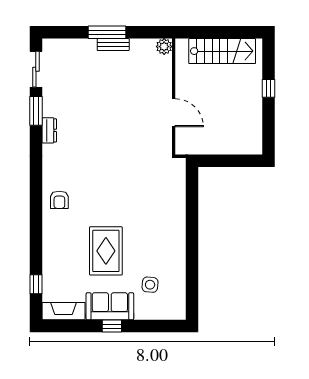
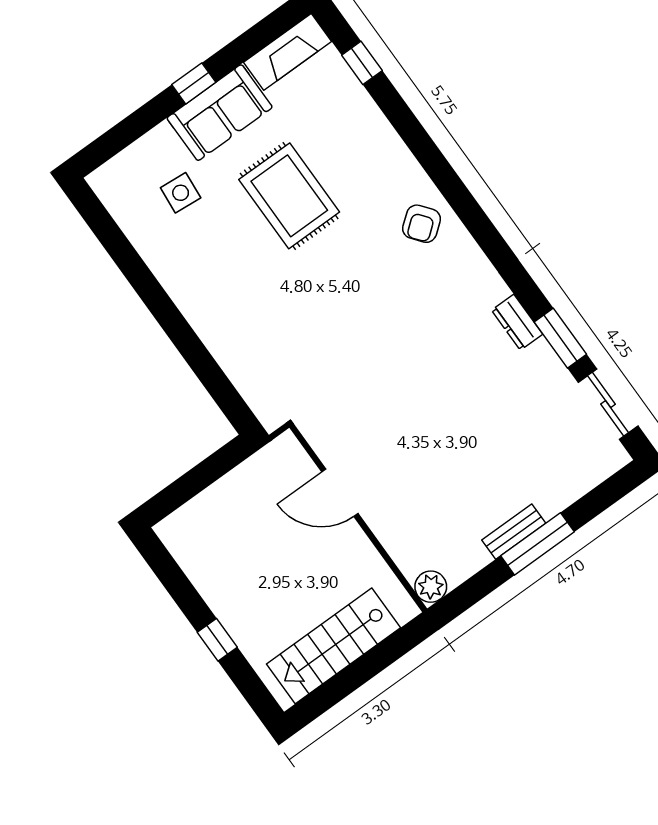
armchair: (59, 200) -> (422, 224), turned -128

